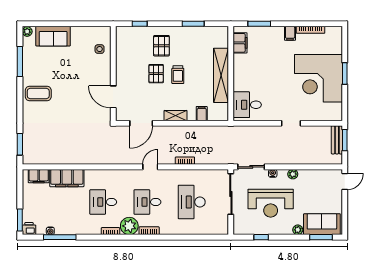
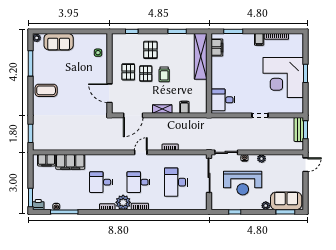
pallet: (135, 72) -> (128, 72), added
shelving: (221, 75) -> (201, 56), moved

